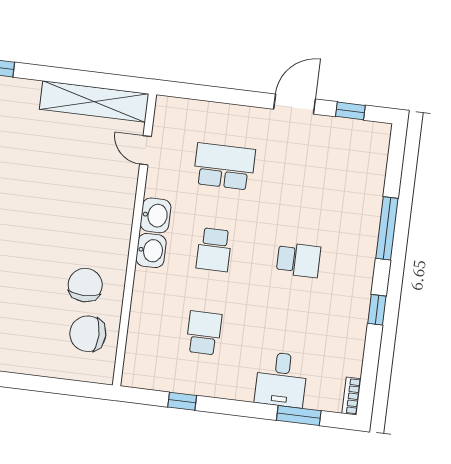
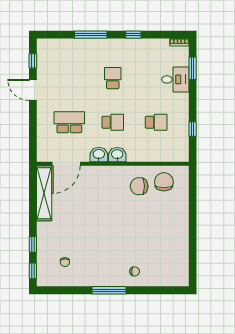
door: (145, 150) -> (66, 164), width x1.88
school desk: (224, 166) -> (69, 122), turned 90
school desk: (204, 333) -> (156, 122), turned 180
chair: (88, 334) -> (164, 182), turned 180

